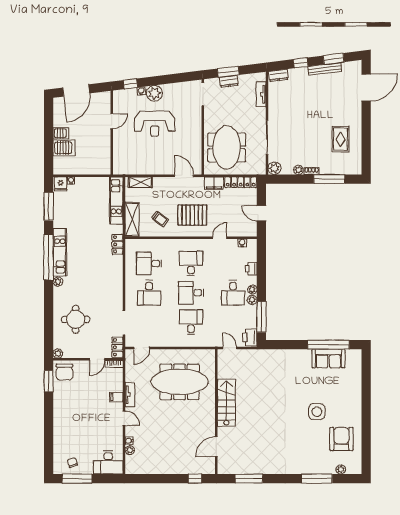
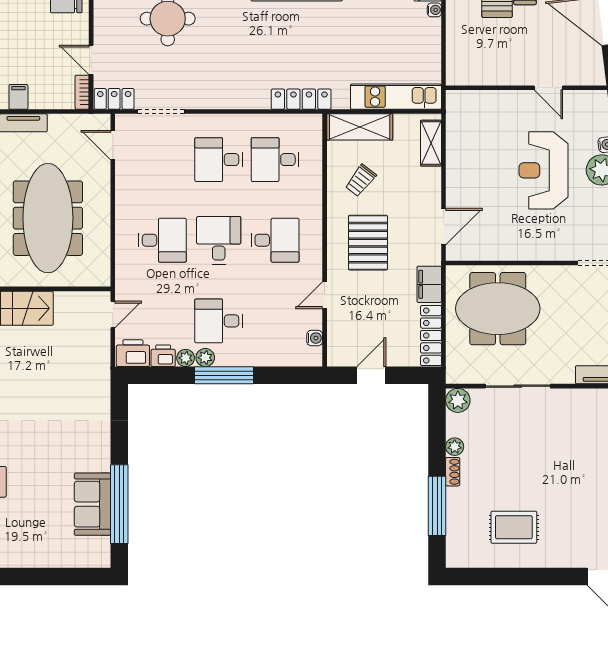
door: (220, 238) -> (325, 295), swing flipped
locker: (118, 244) -> (301, 99), width x1.53
desk: (149, 263) -> (275, 160), turned -90
printer: (251, 269) -> (163, 356), moved
plant: (252, 290) -> (186, 358), moved
window: (261, 317) -> (224, 375), moved

